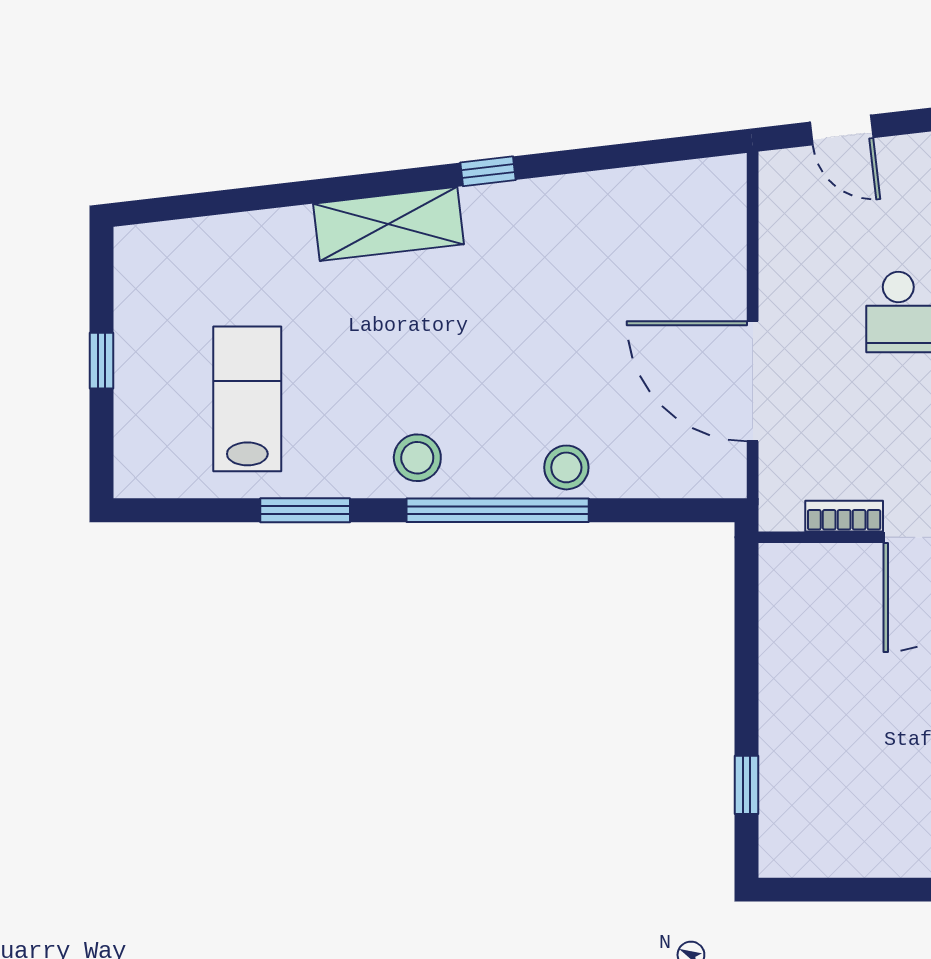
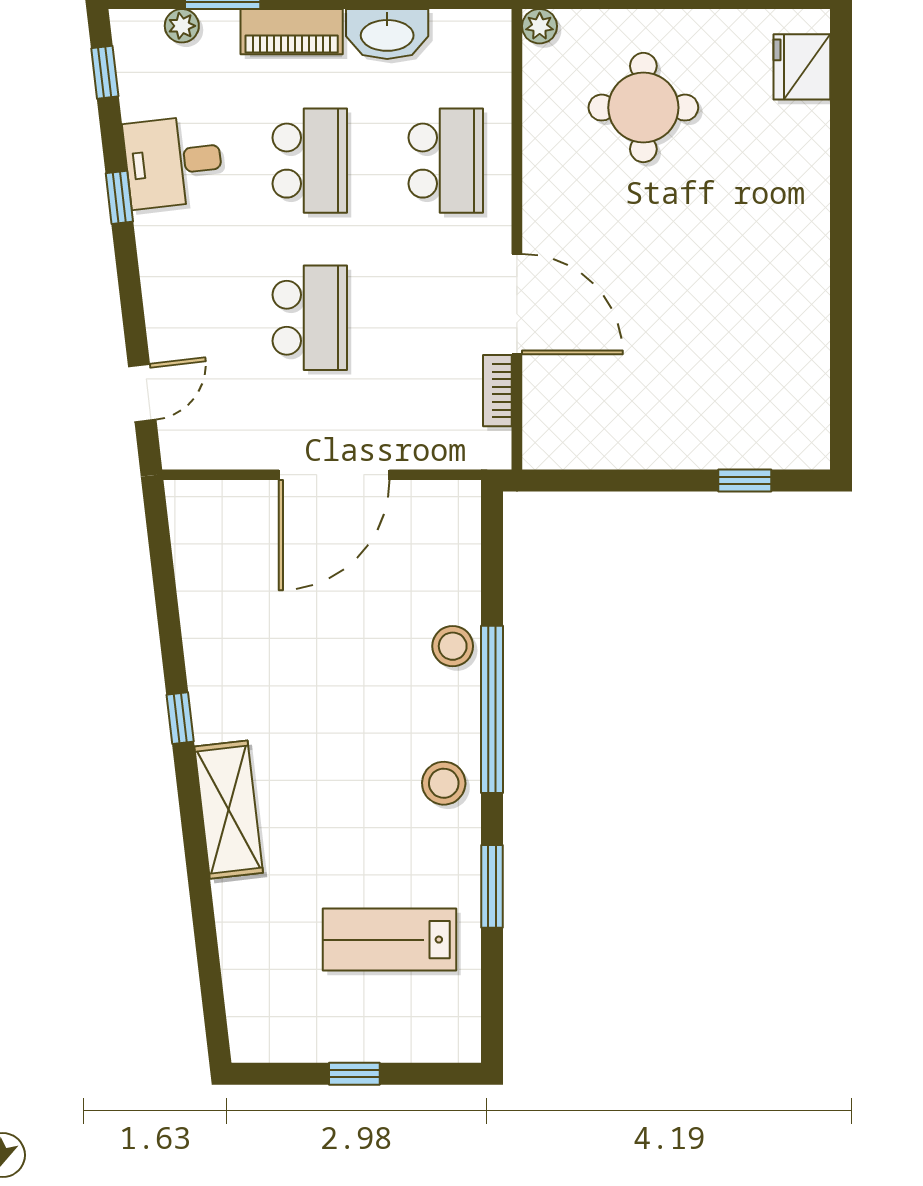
door: (753, 381) -> (334, 475), moved

